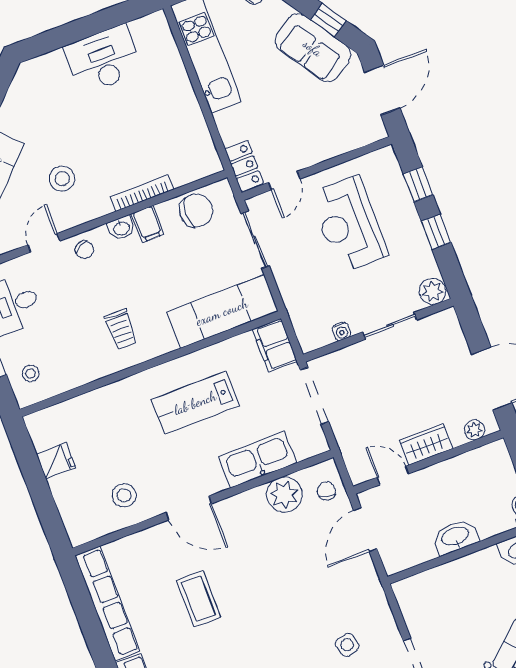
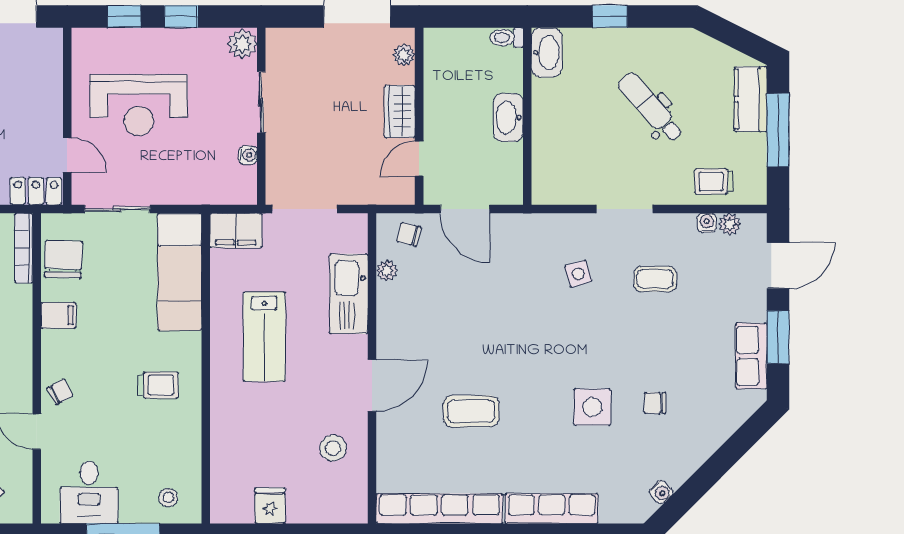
bookcase: (142, 193) -> (24, 248), moved
washbasin: (121, 228) -> (52, 345), removed
plant: (284, 495) -> (387, 271), width x0.53, depth x0.53

